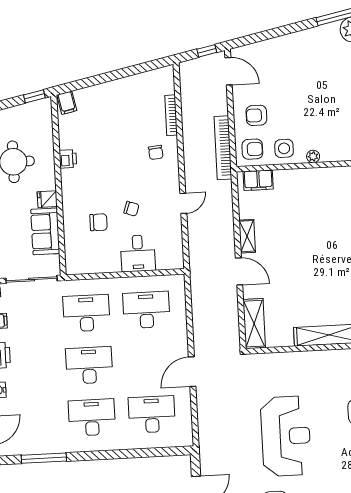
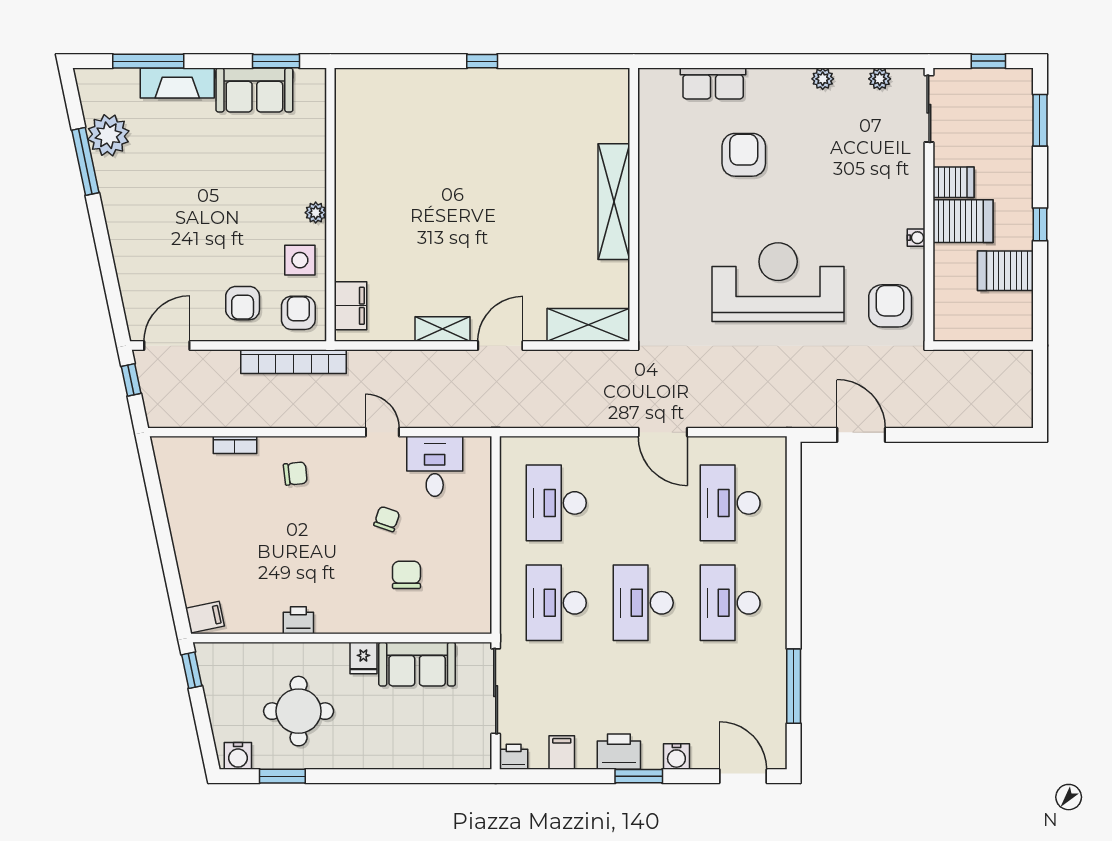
bookcase: (171, 115) -> (235, 445), width x0.64
desk: (138, 253) -> (435, 466), moved, turned -90

